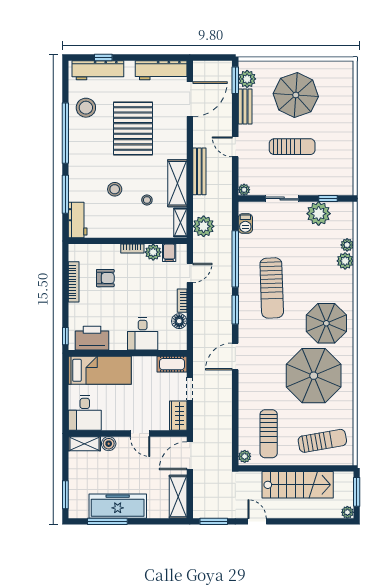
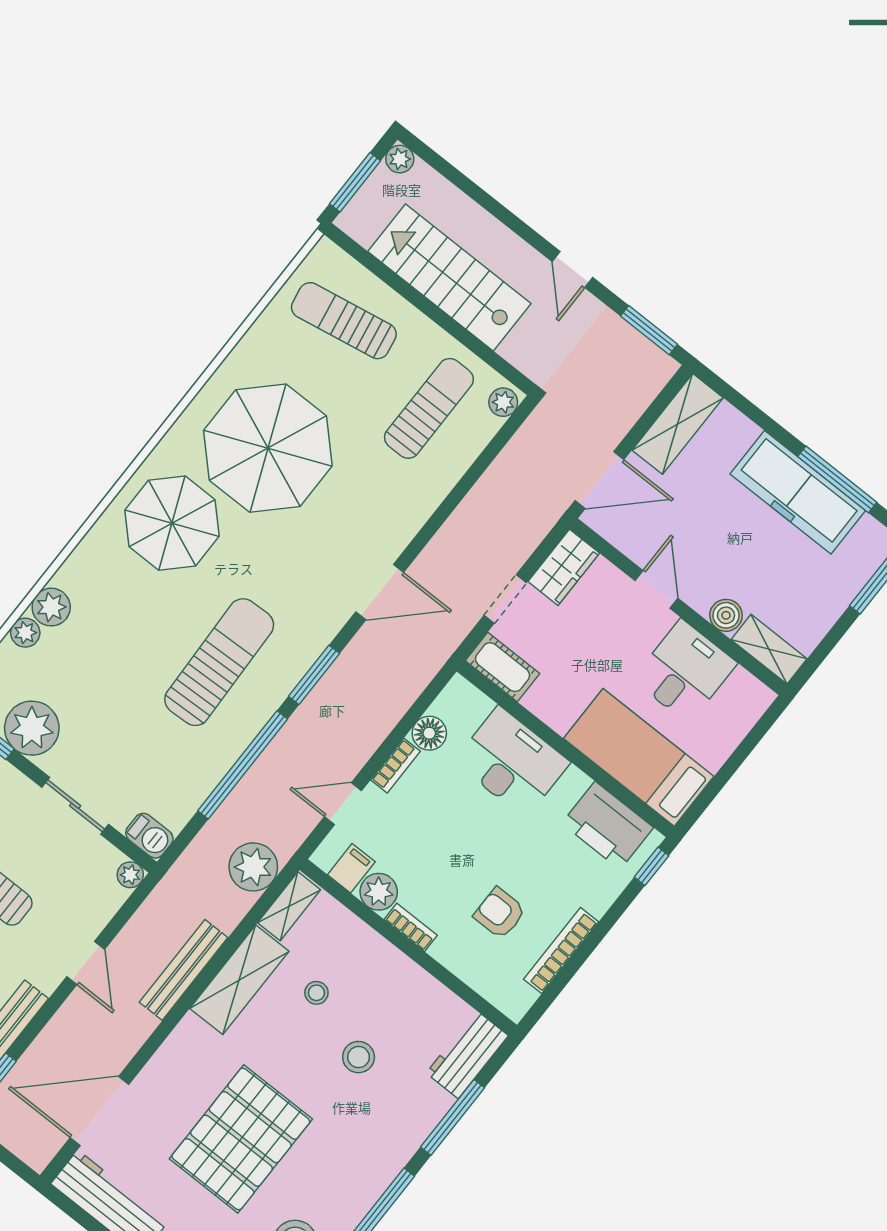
barbecue: (245, 224) -> (149, 836), moved, turned 90
desk: (143, 334) -> (512, 762), width x1.37
desk: (85, 413) -> (685, 671), moved

